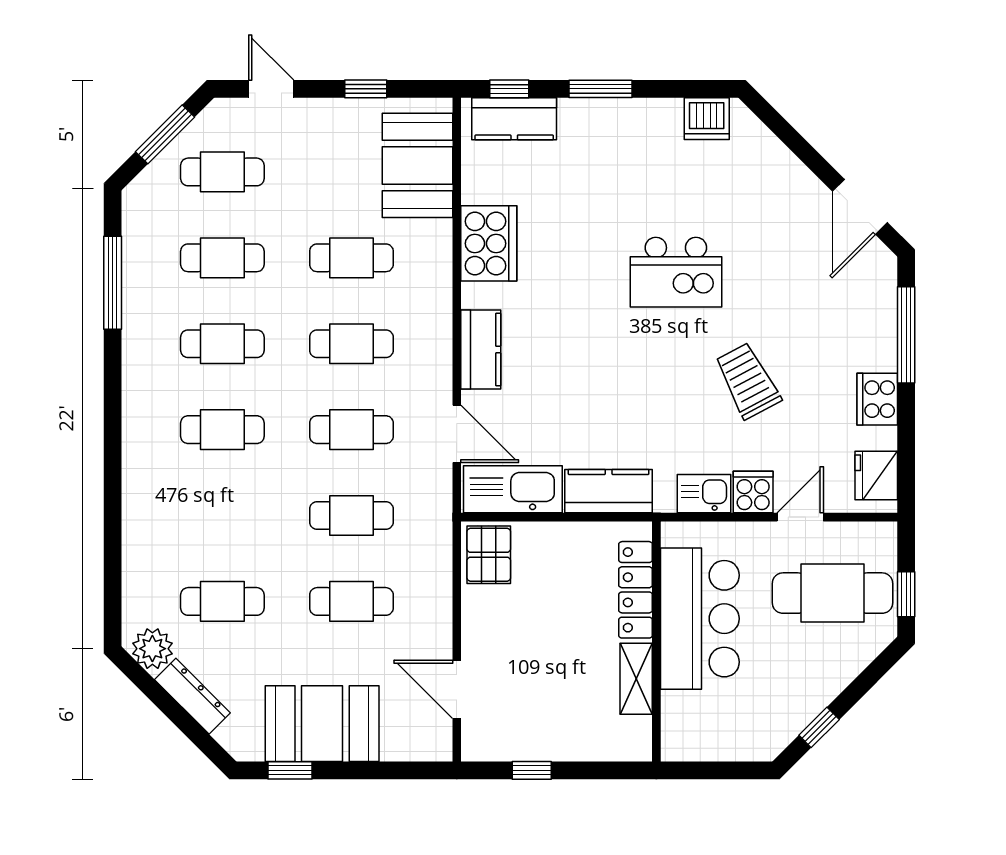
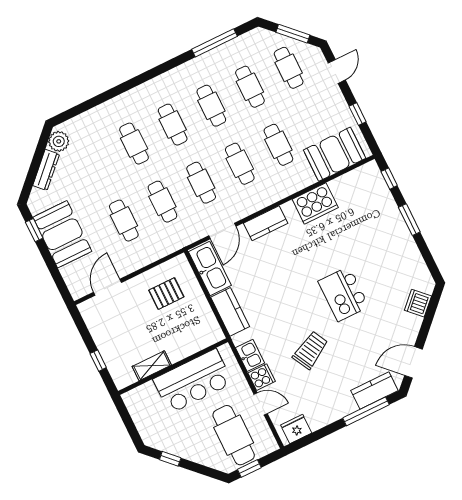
kitchen counter: (514, 119) -> (374, 391), moved, turned 90
dishwasher: (707, 119) -> (418, 303), moved, turned 45
cooker: (877, 399) -> (331, 413), removed
pallet: (489, 555) -> (166, 294), moved
locker: (636, 590) -> (192, 346), removed
cafe table: (222, 601) -> (134, 144), moved
window: (532, 770) -> (98, 361), moved

